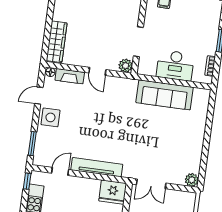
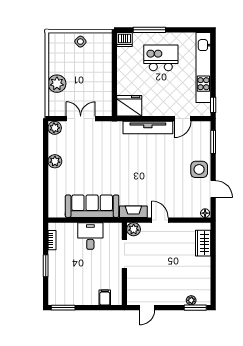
wardrobe: (57, 42) -> (203, 243), width x0.67
desk: (175, 65) -> (90, 236), width x0.73
fireplace: (70, 76) -> (133, 212), moved
door: (39, 96) -> (213, 189), hinge flipped
plant: (196, 146) -> (55, 161), added
double door: (151, 184) -> (81, 119), moved

